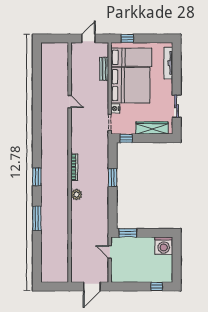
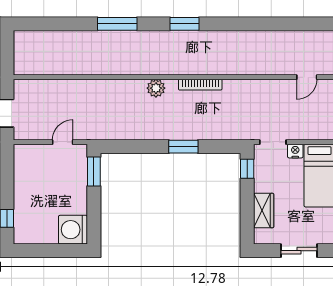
wardrobe: (152, 128) -> (264, 211), width x0.67

